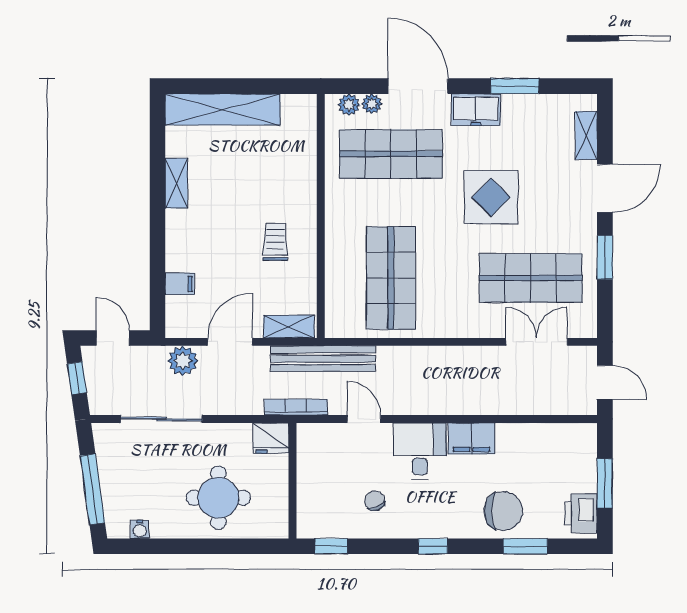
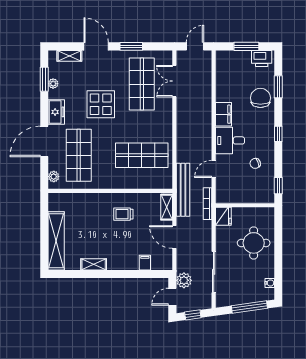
window: (515, 86) -> (44, 79), moved
plant: (372, 104) -> (53, 84), moved
plant: (183, 361) -> (184, 280), moved

